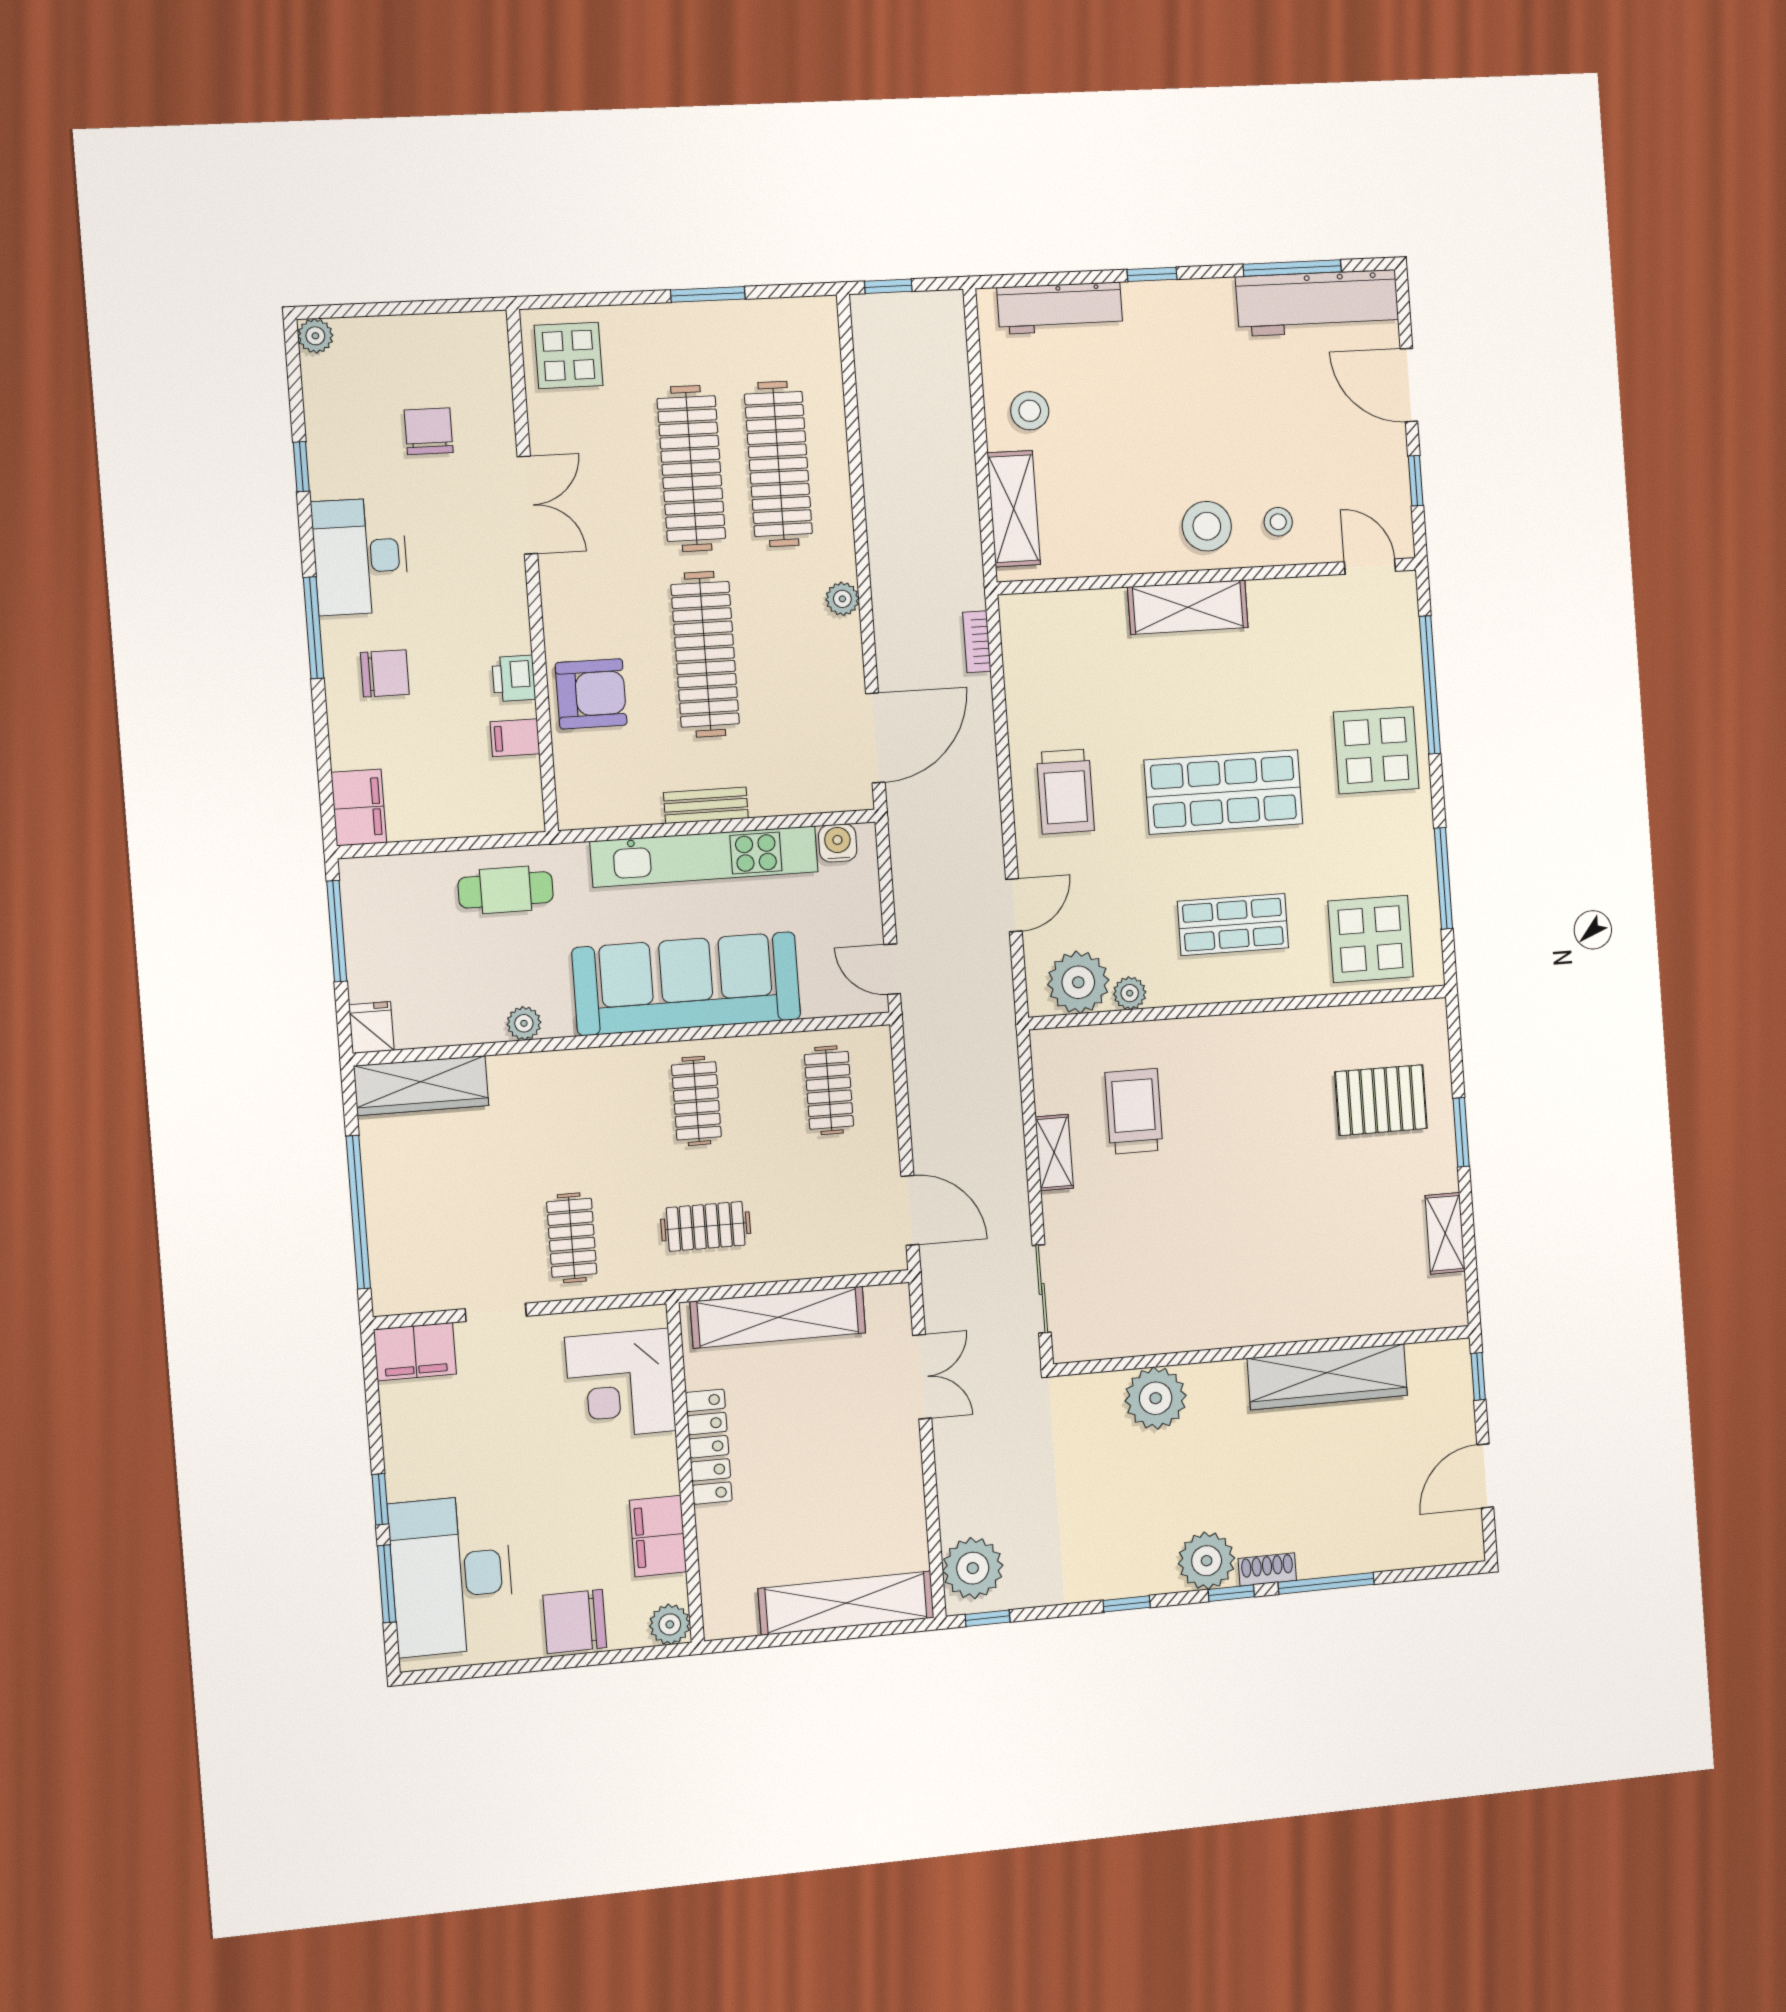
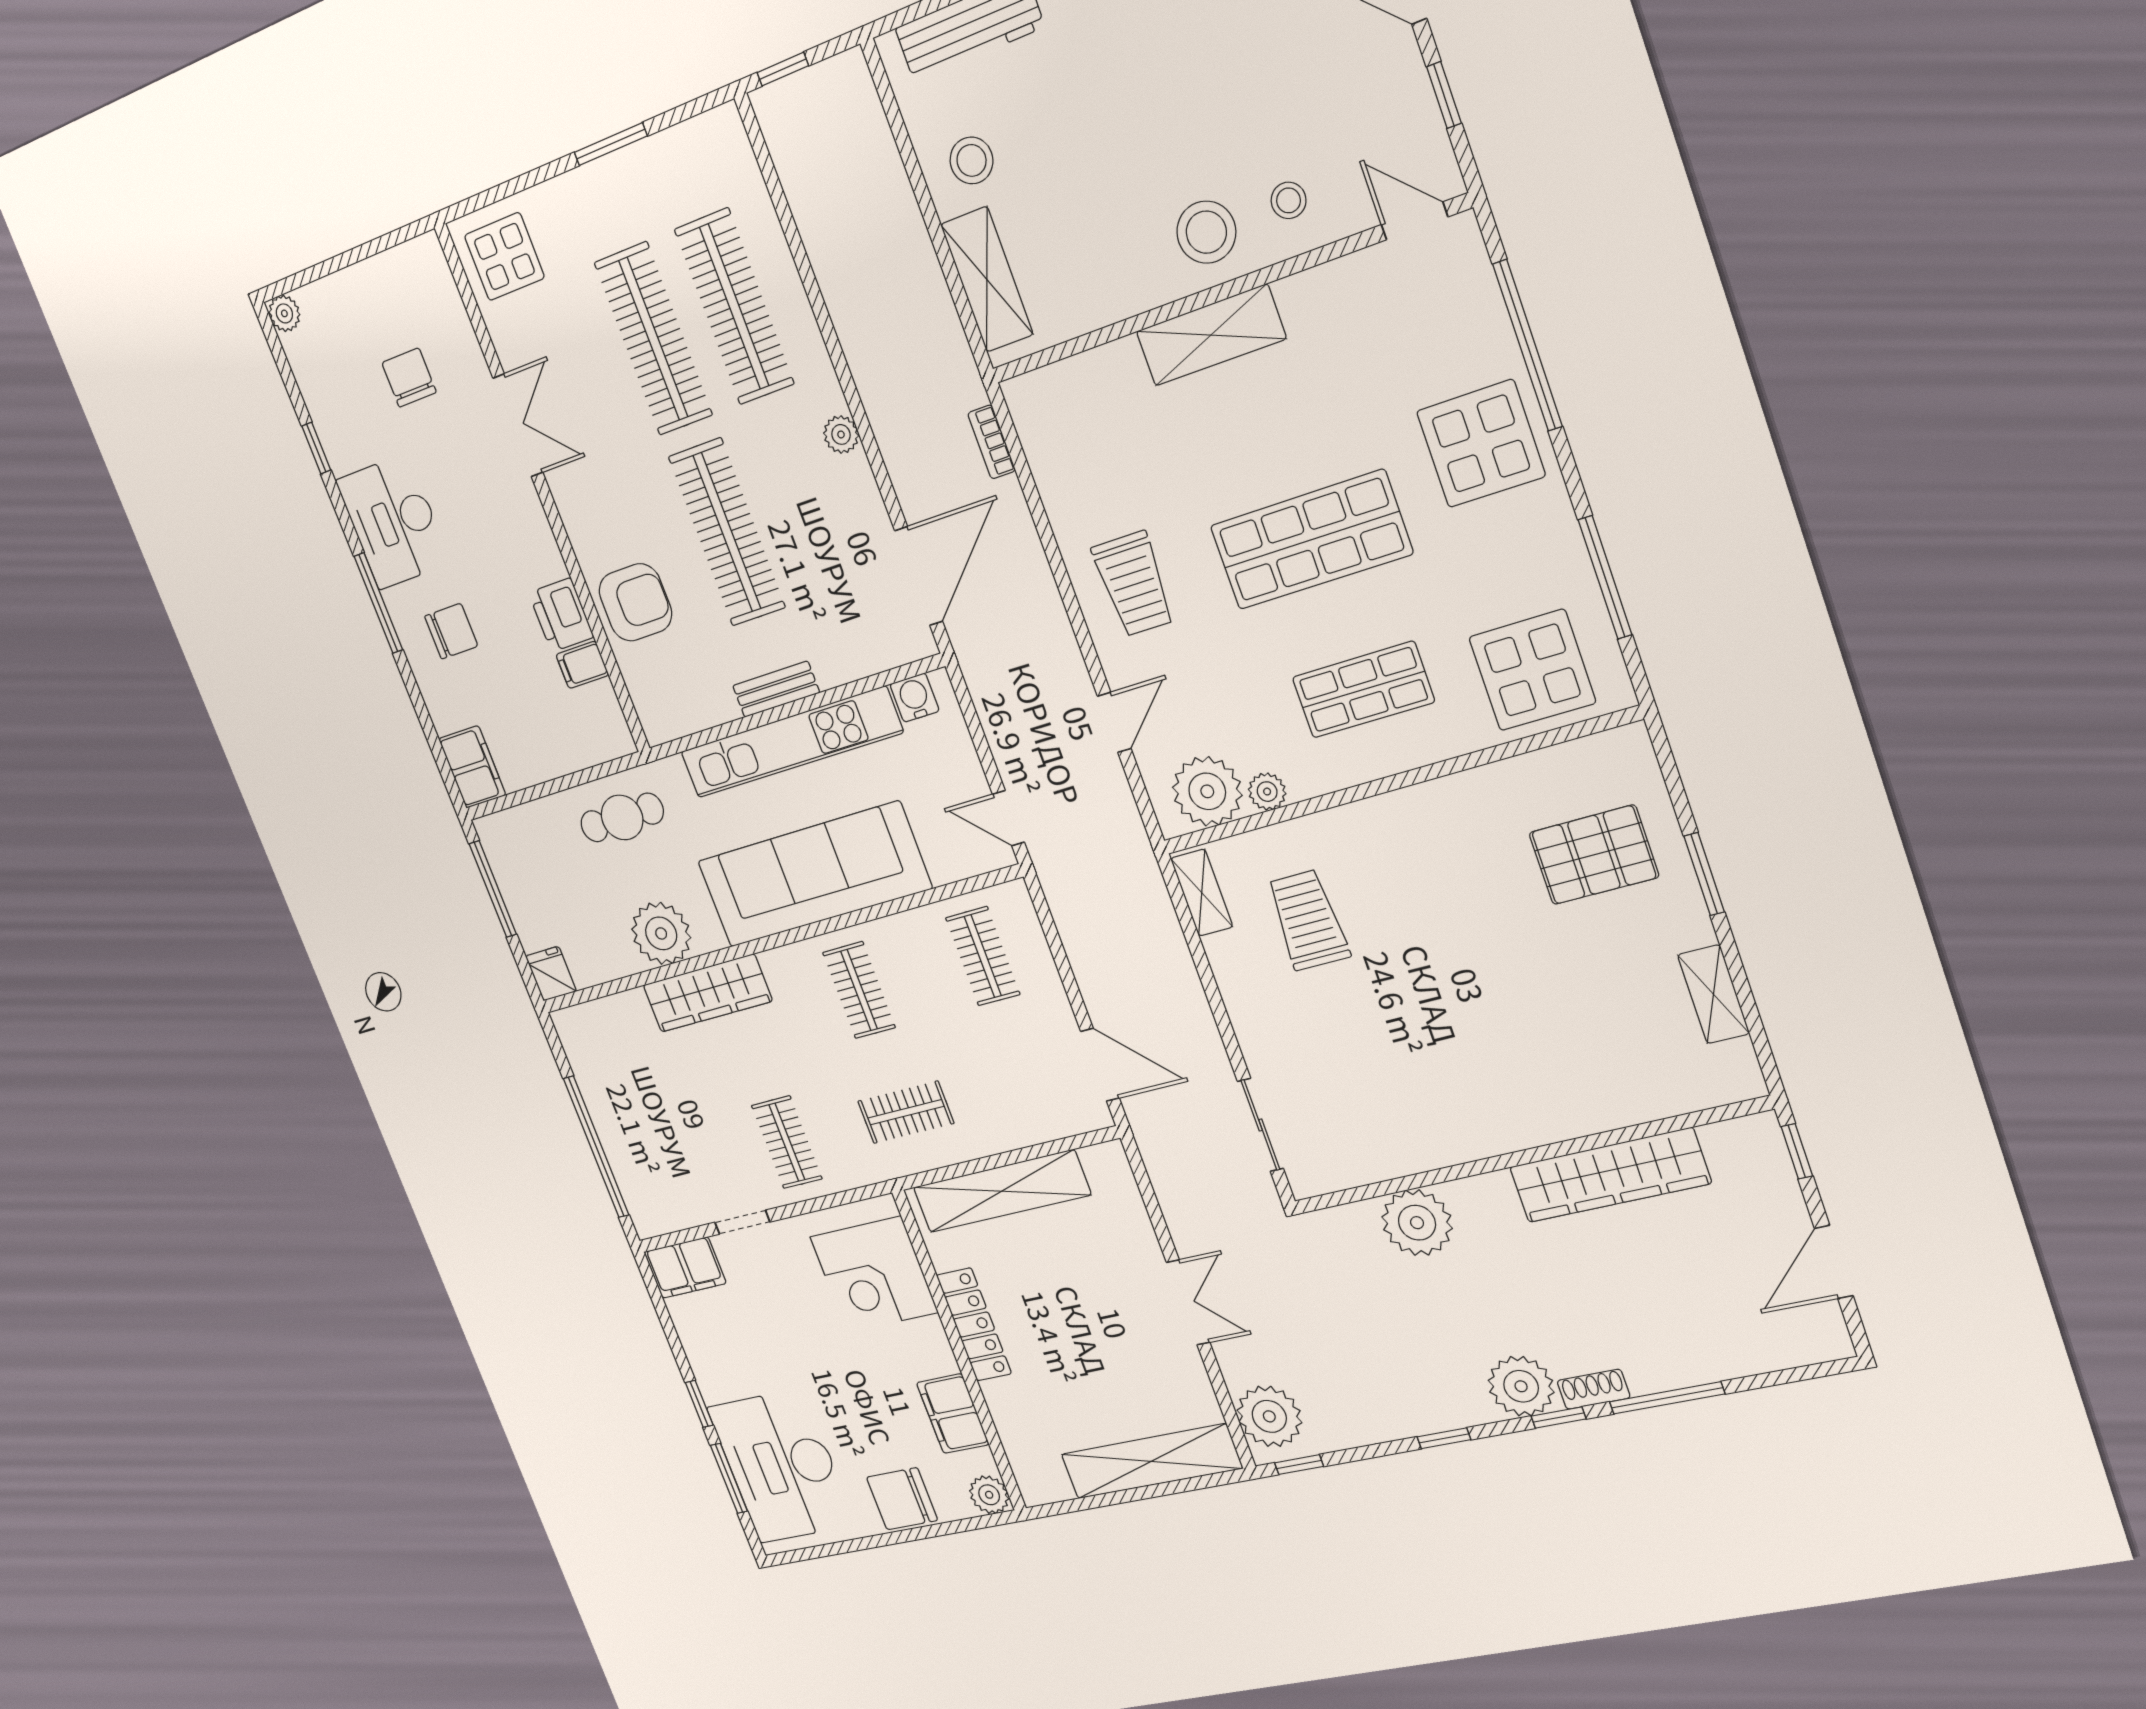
printer: (514, 678) -> (561, 615), width x1.36, depth x1.24
plant: (524, 1023) -> (661, 933), width x1.87, depth x1.87
wardrobe: (421, 1086) -> (708, 993), moved
shelving: (1054, 1153) -> (1202, 893), moved
double door: (922, 1377) -> (1188, 1302), moved

